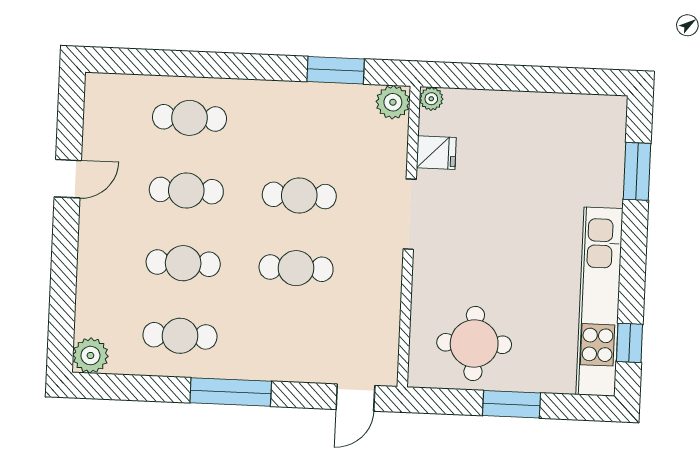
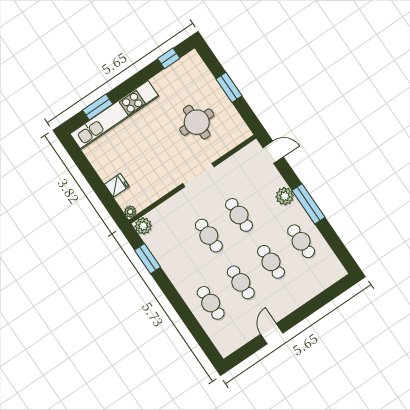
fridge: (436, 153) -> (117, 185), moved, turned 90
door: (68, 179) -> (272, 334), hinge flipped
doorway: (410, 214) -> (198, 175), moved
kitchen unit: (599, 302) -> (114, 115), moved
round table: (474, 344) -> (197, 122), moved
plant: (90, 356) -> (285, 196), moved

